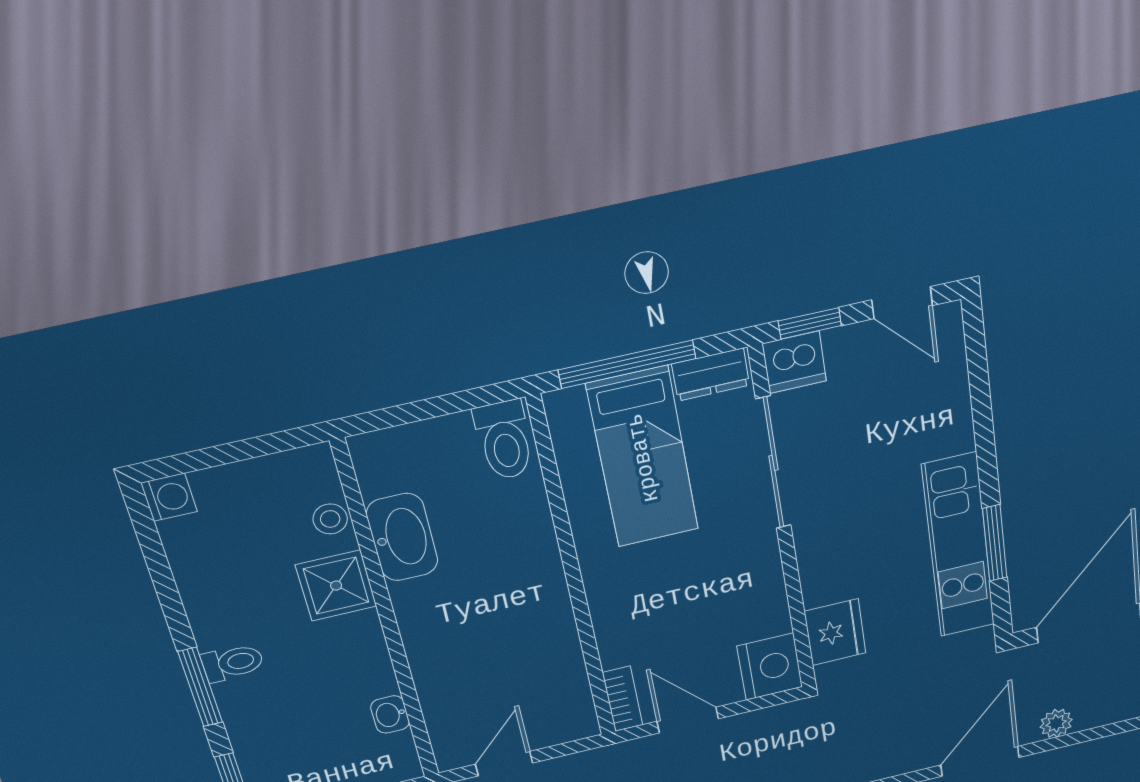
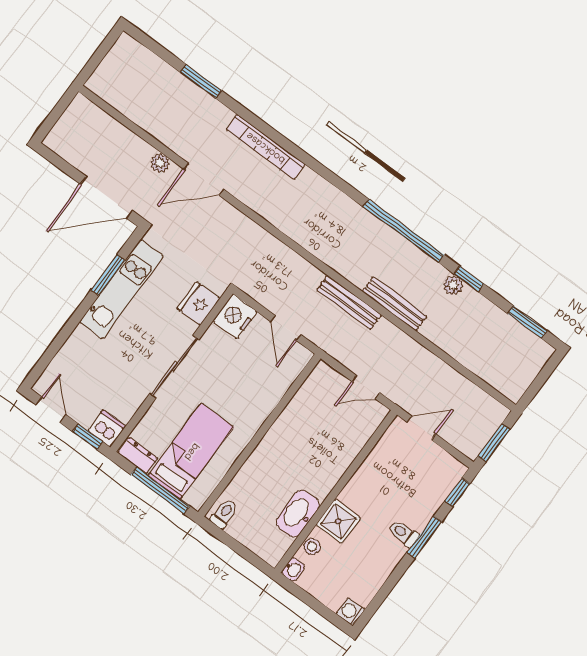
toilet: (504, 440) -> (224, 514), width x0.73, depth x0.72
sliding door: (774, 463) -> (174, 367), moved
bookcase: (623, 699) -> (298, 365), removed
washbasin: (390, 714) -> (293, 569), moved

